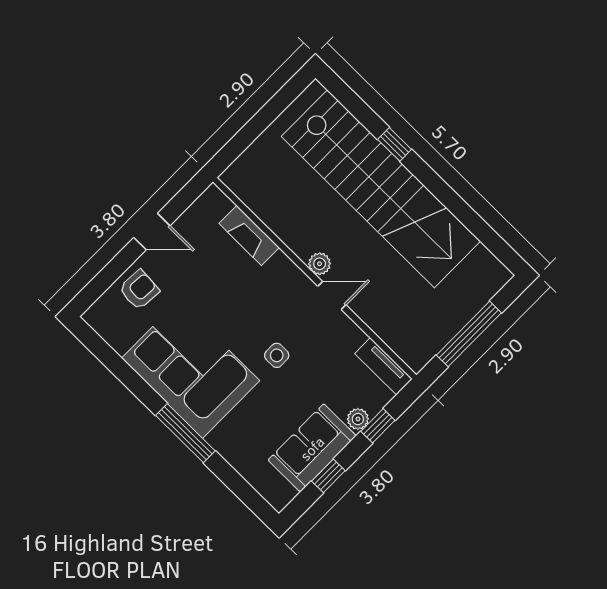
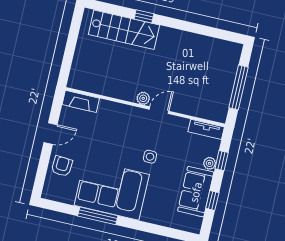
stairs: (381, 189) -> (124, 30), width x0.54, depth x0.66
fireplace: (249, 235) -> (81, 101), moved
window: (185, 433) -> (98, 216), moved

